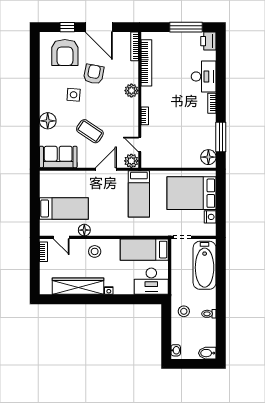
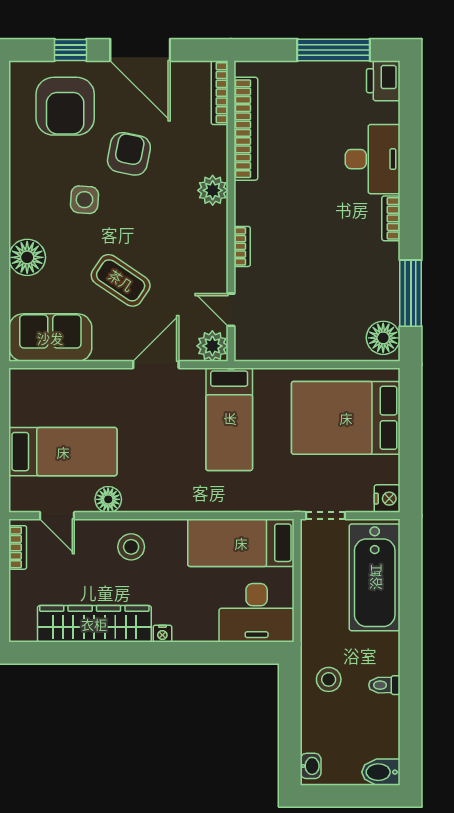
nightstand: (210, 217) -> (387, 499), moved

